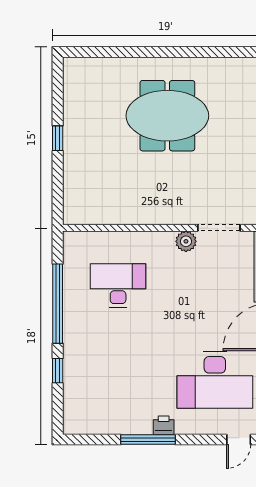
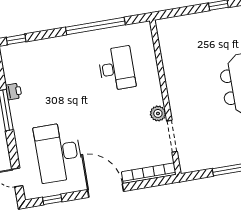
window: (58, 371) -> (16, 39), moved
printer: (164, 425) -> (14, 91), moved

